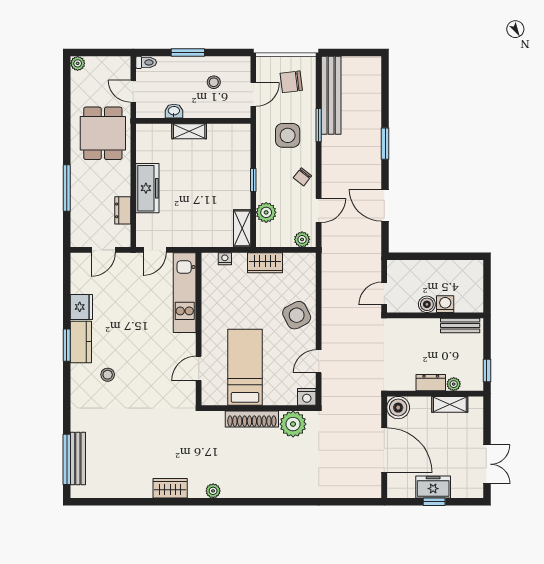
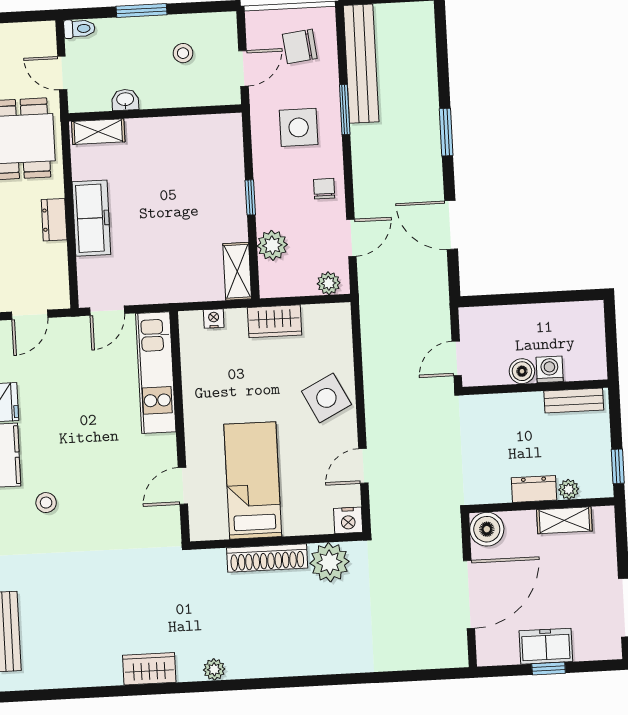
shelving: (189, 131) -> (98, 132), moved
chair: (302, 177) -> (324, 189), turned 142
dresser: (123, 210) -> (54, 220), moved
door: (384, 450) -> (469, 595), hinge flipped

